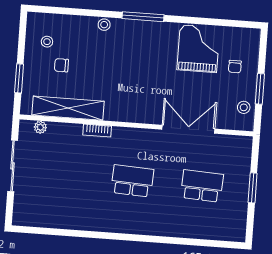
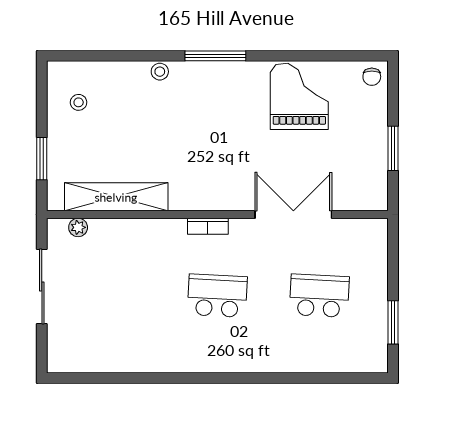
chair: (61, 65) -> (102, 135), removed
chair: (235, 67) -> (372, 77), moved
stool: (244, 107) -> (371, 177), removed
bookcase: (97, 131) -> (208, 226), moved
window: (253, 188) -> (393, 322), moved

